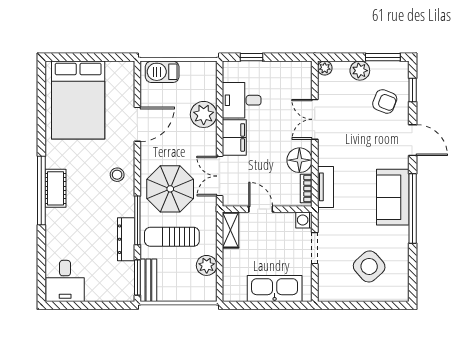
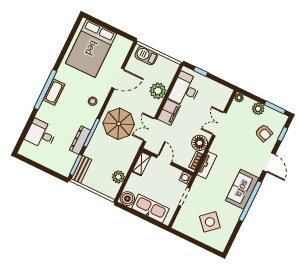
desk: (242, 100) -> (185, 89), width x1.37
sun lounger: (172, 237) -> (107, 151), removed
desk: (65, 281) -> (41, 134), moved, turned 90
boiler: (235, 290) -> (127, 199), added

